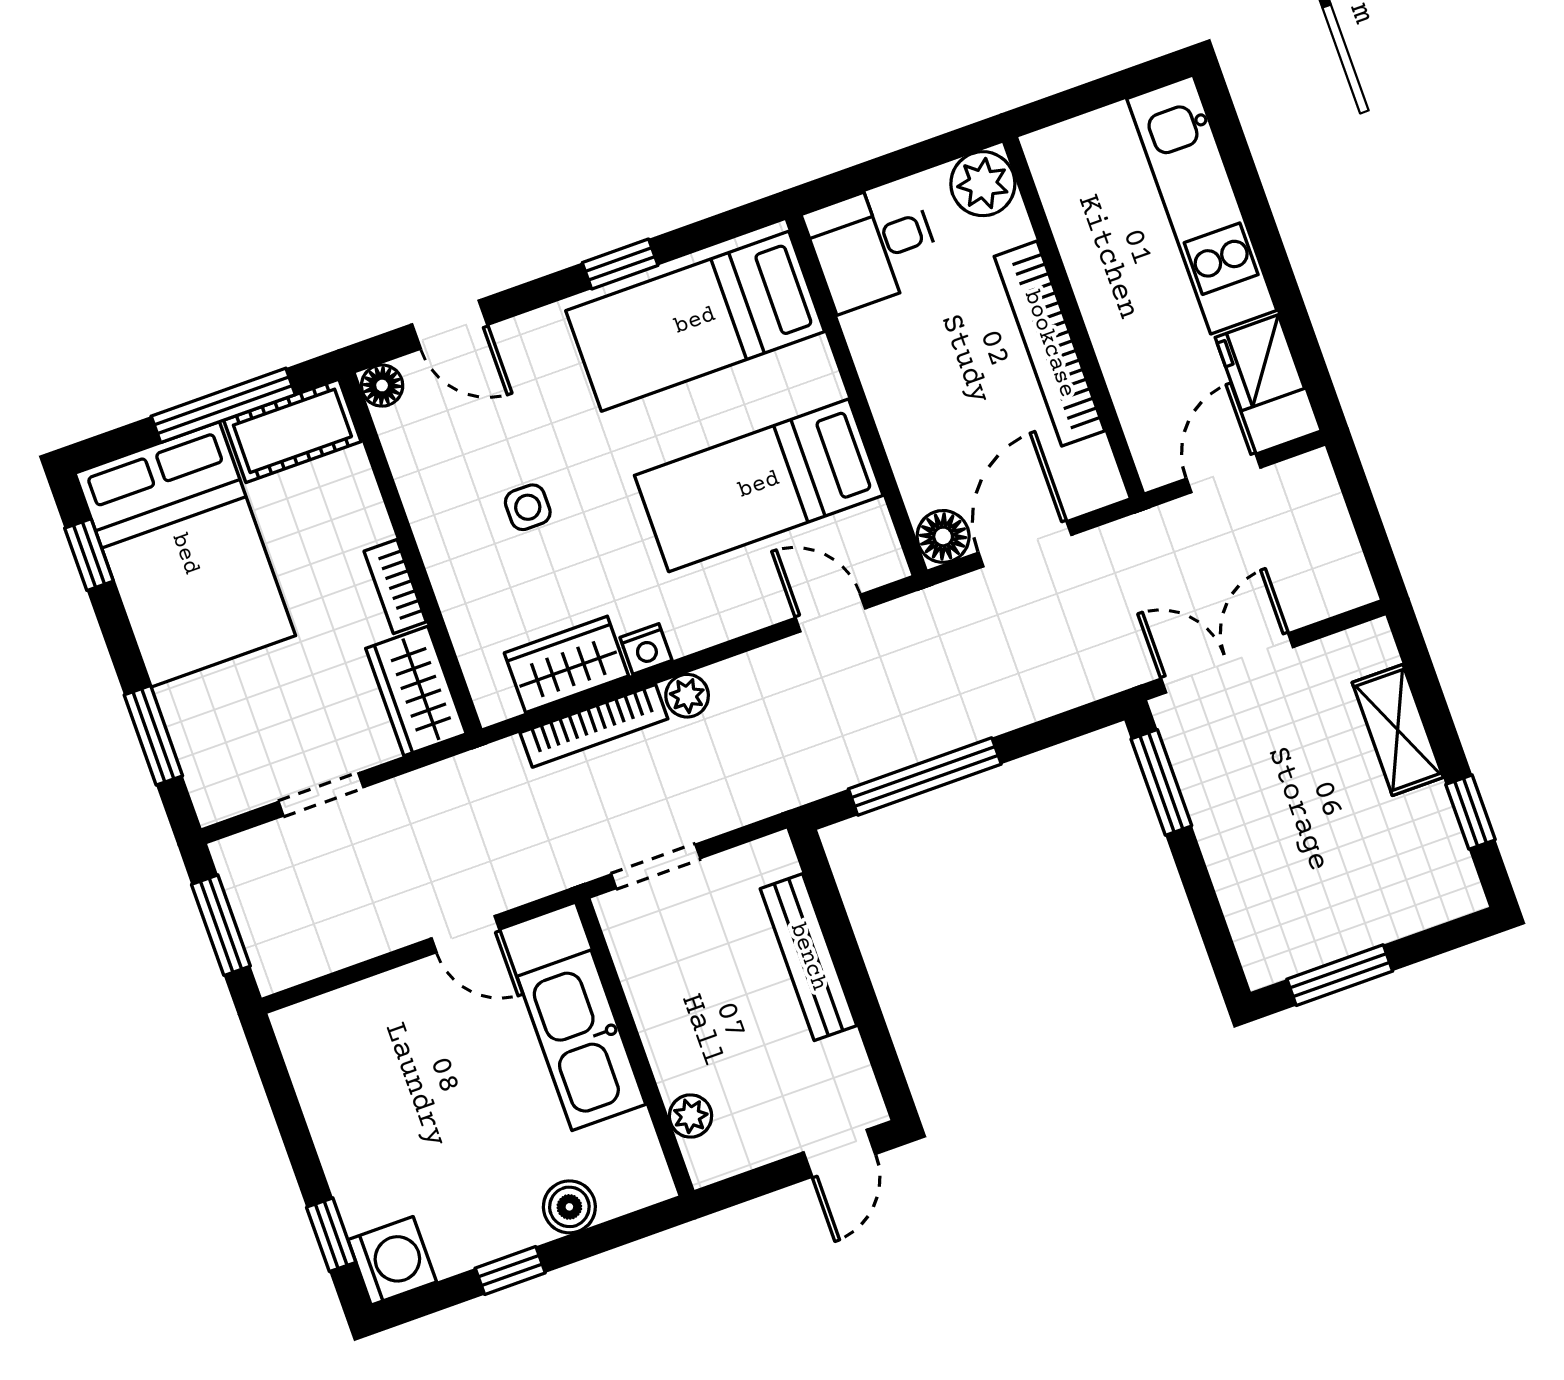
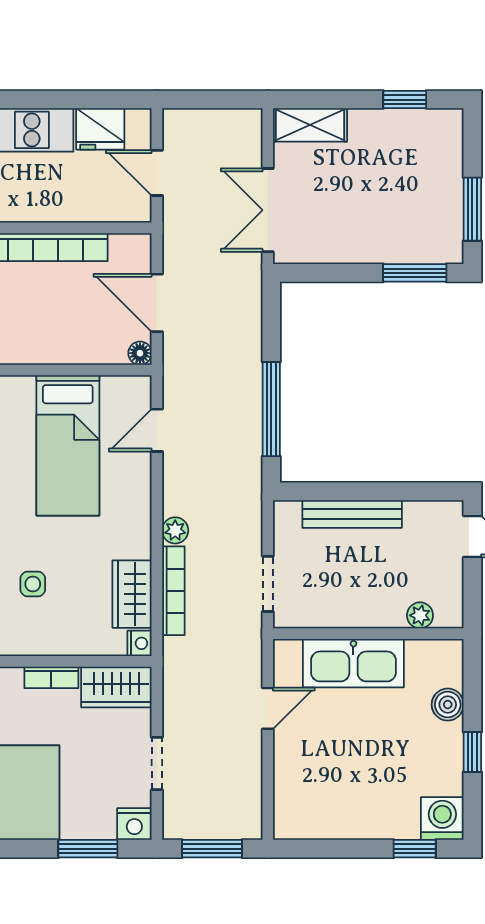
floor lamp: (943, 536) -> (140, 353), width x0.73, depth x0.73
nightstand: (646, 649) -> (140, 643), moved
shelving: (1398, 730) -> (310, 125), moved
window: (1161, 782) -> (415, 273), moved
nightstand: (216, 793) -> (134, 824), added

